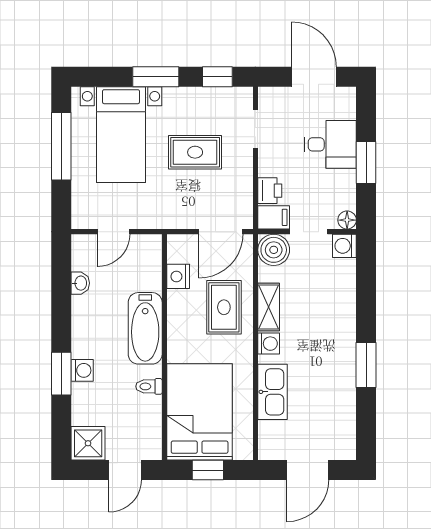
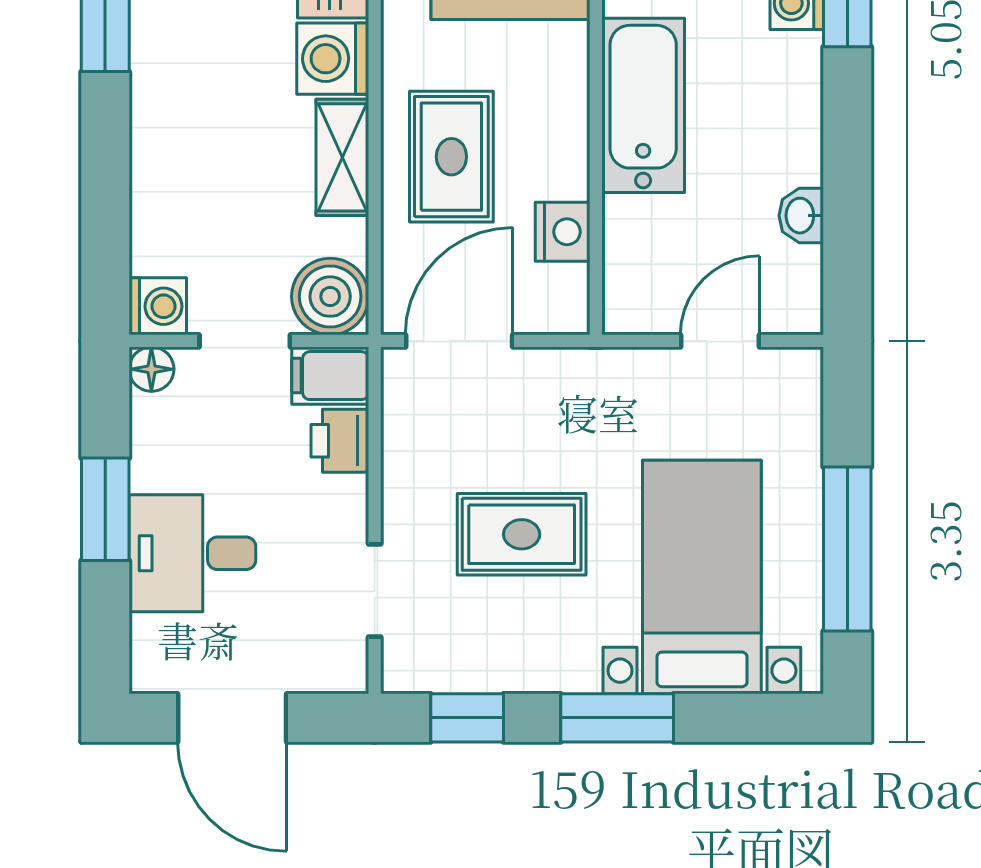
washing machine: (269, 344) -> (333, 59), width x1.38, depth x1.38

